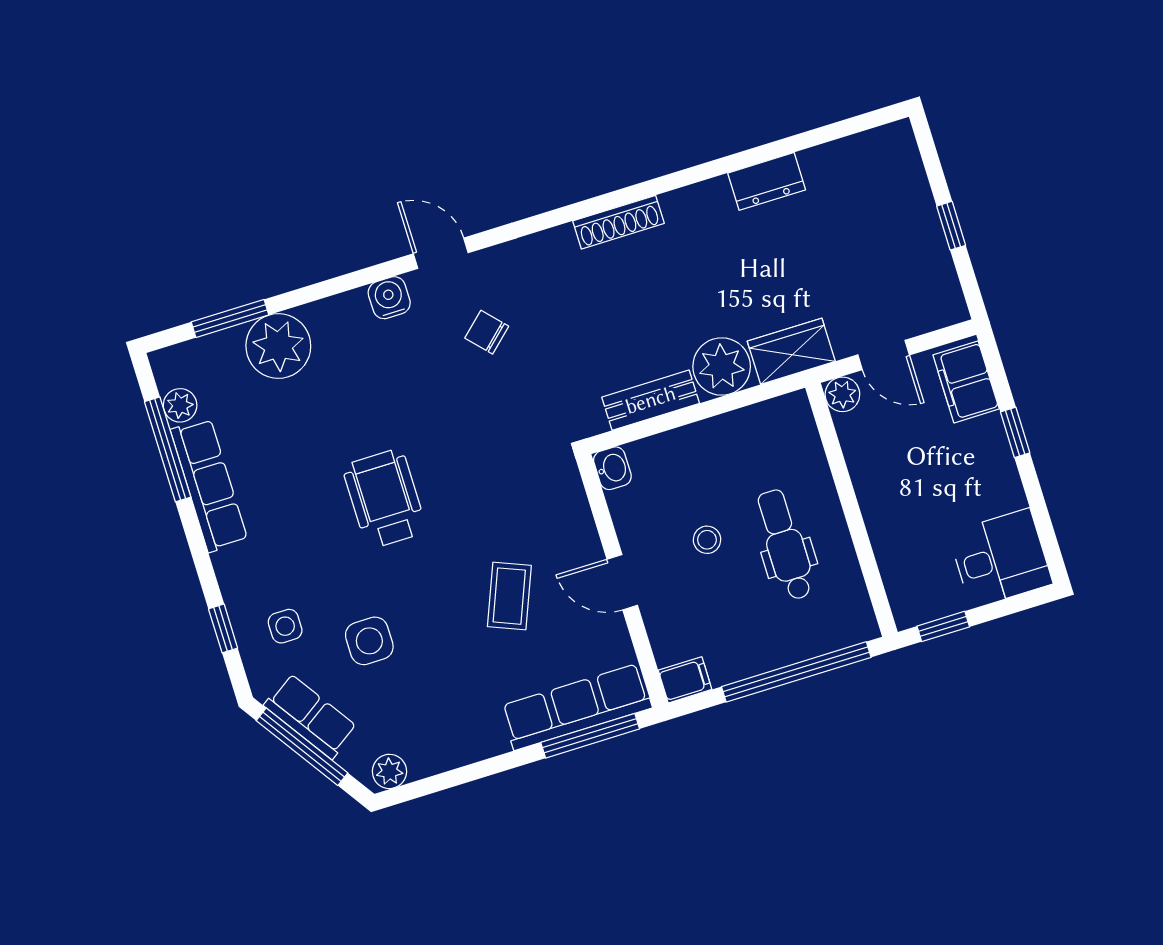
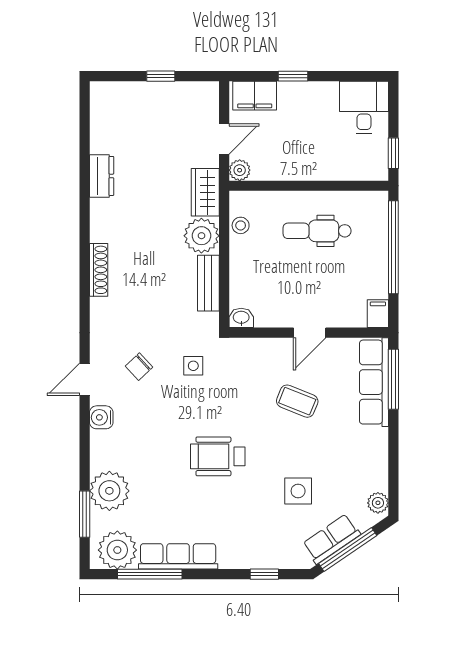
plant: (180, 405) -> (117, 550), width x1.87, depth x1.87
stool: (707, 540) -> (241, 225), moved
side table: (285, 626) -> (193, 366), moved

